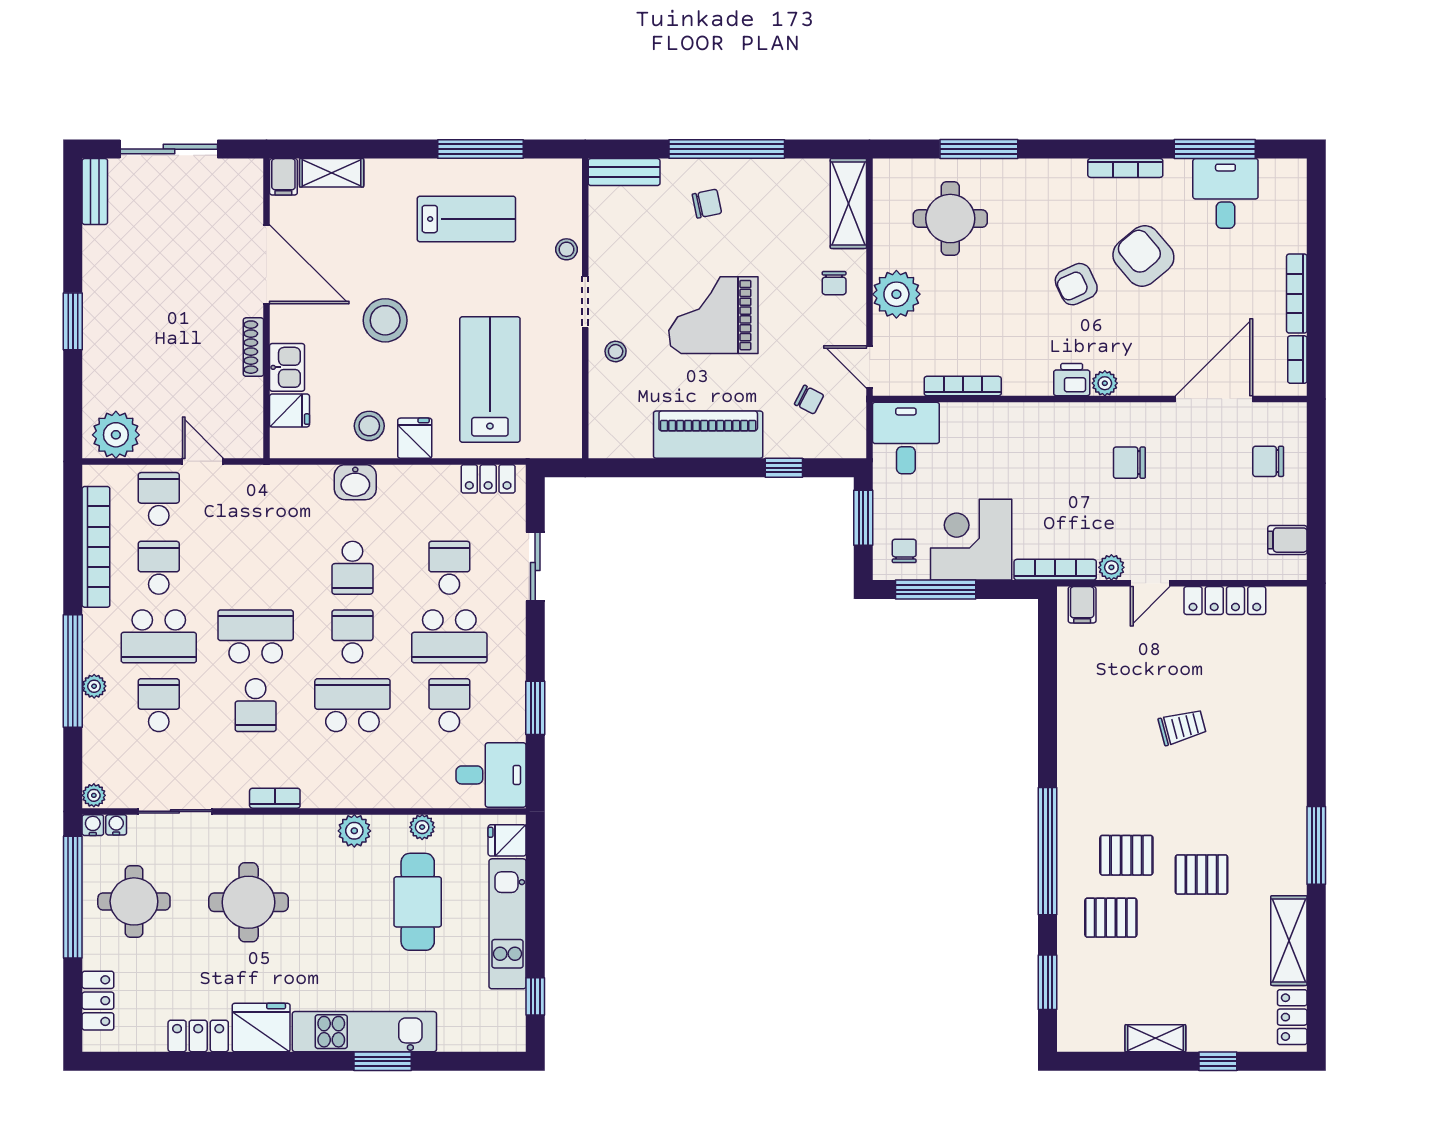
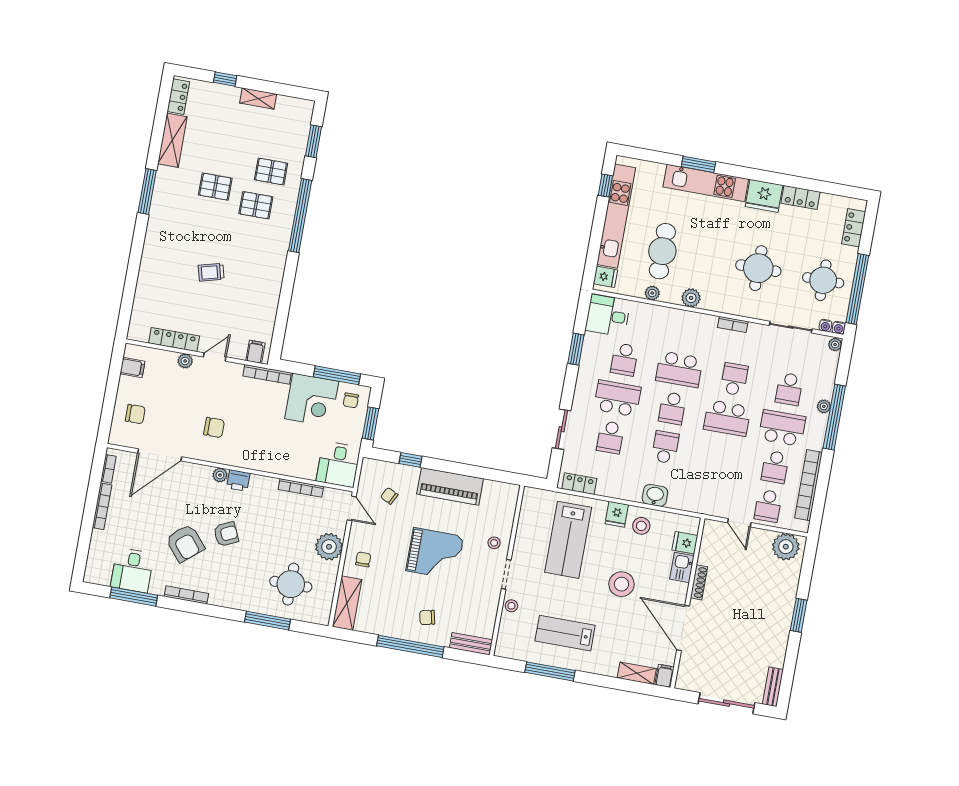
plant: (1111, 567) -> (185, 361), moved
kitchen unit: (508, 924) -> (616, 216), width x1.36

